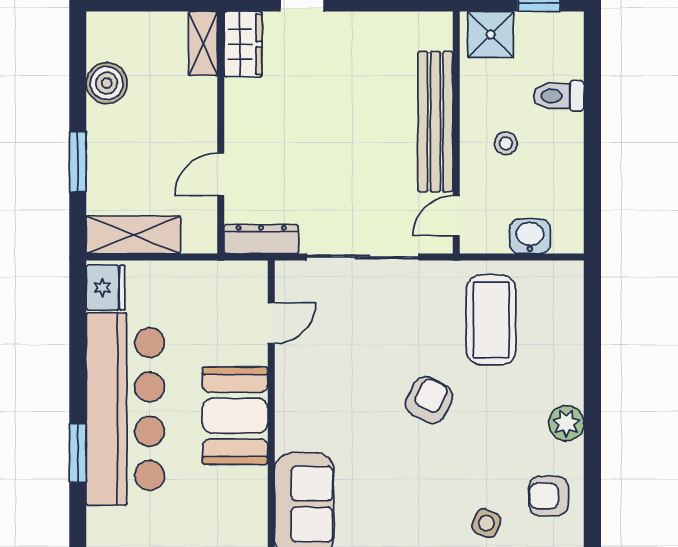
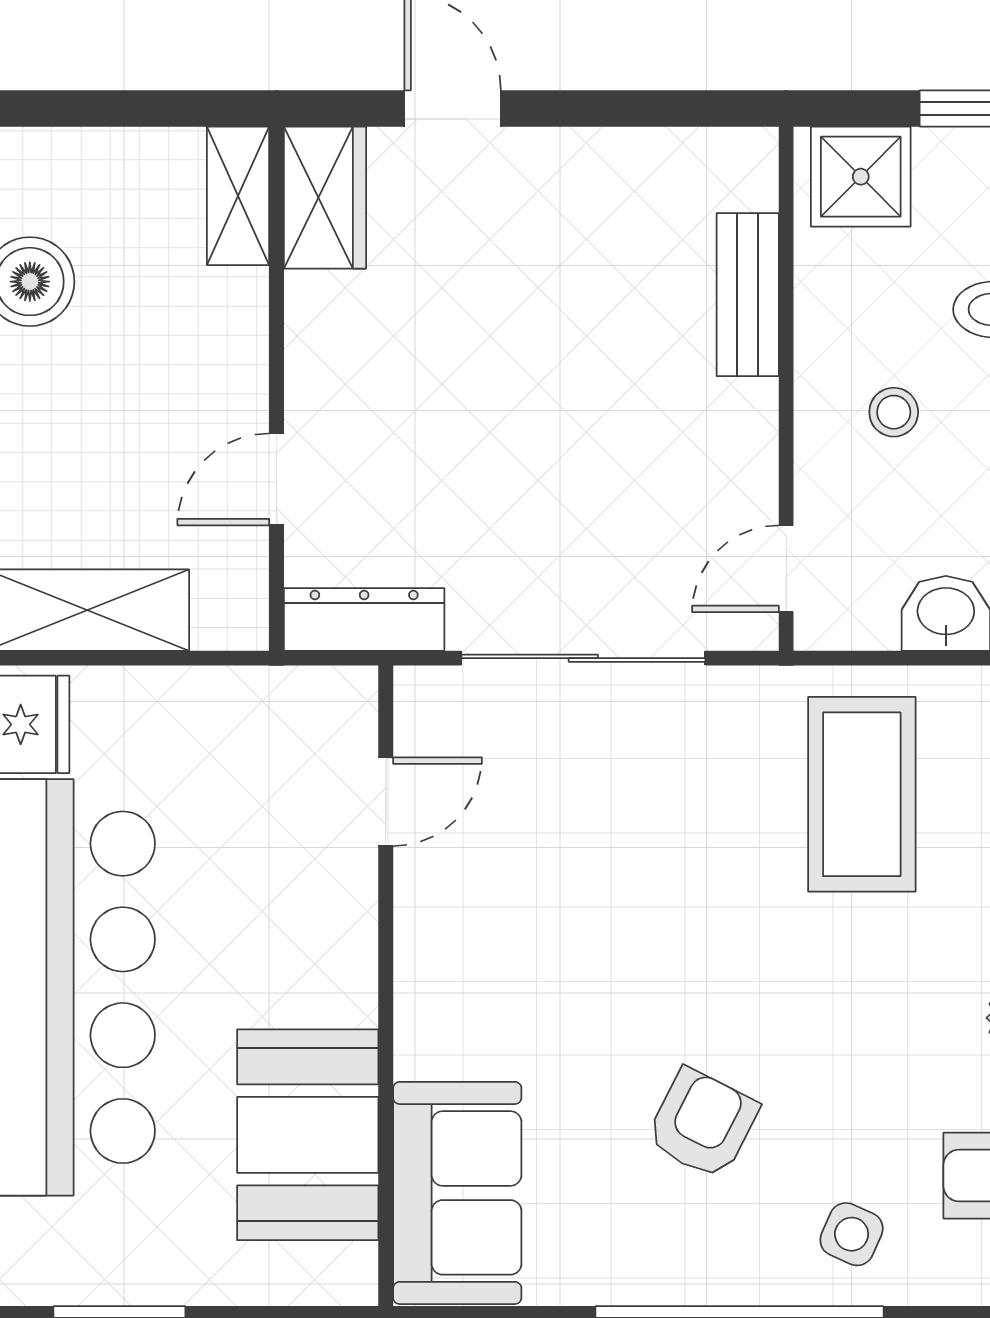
bench: (435, 122) -> (748, 295), width x0.54, depth x0.82
armchair: (429, 400) -> (702, 1124), moved
booth: (235, 416) -> (308, 1135), moved

